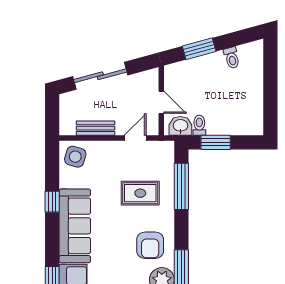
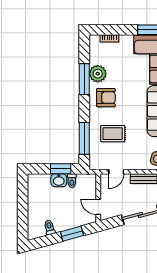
door: (161, 102) -> (98, 207), moved
washbasin: (180, 126) -> (59, 180), moved
armchair: (150, 245) -> (106, 98), turned 90

